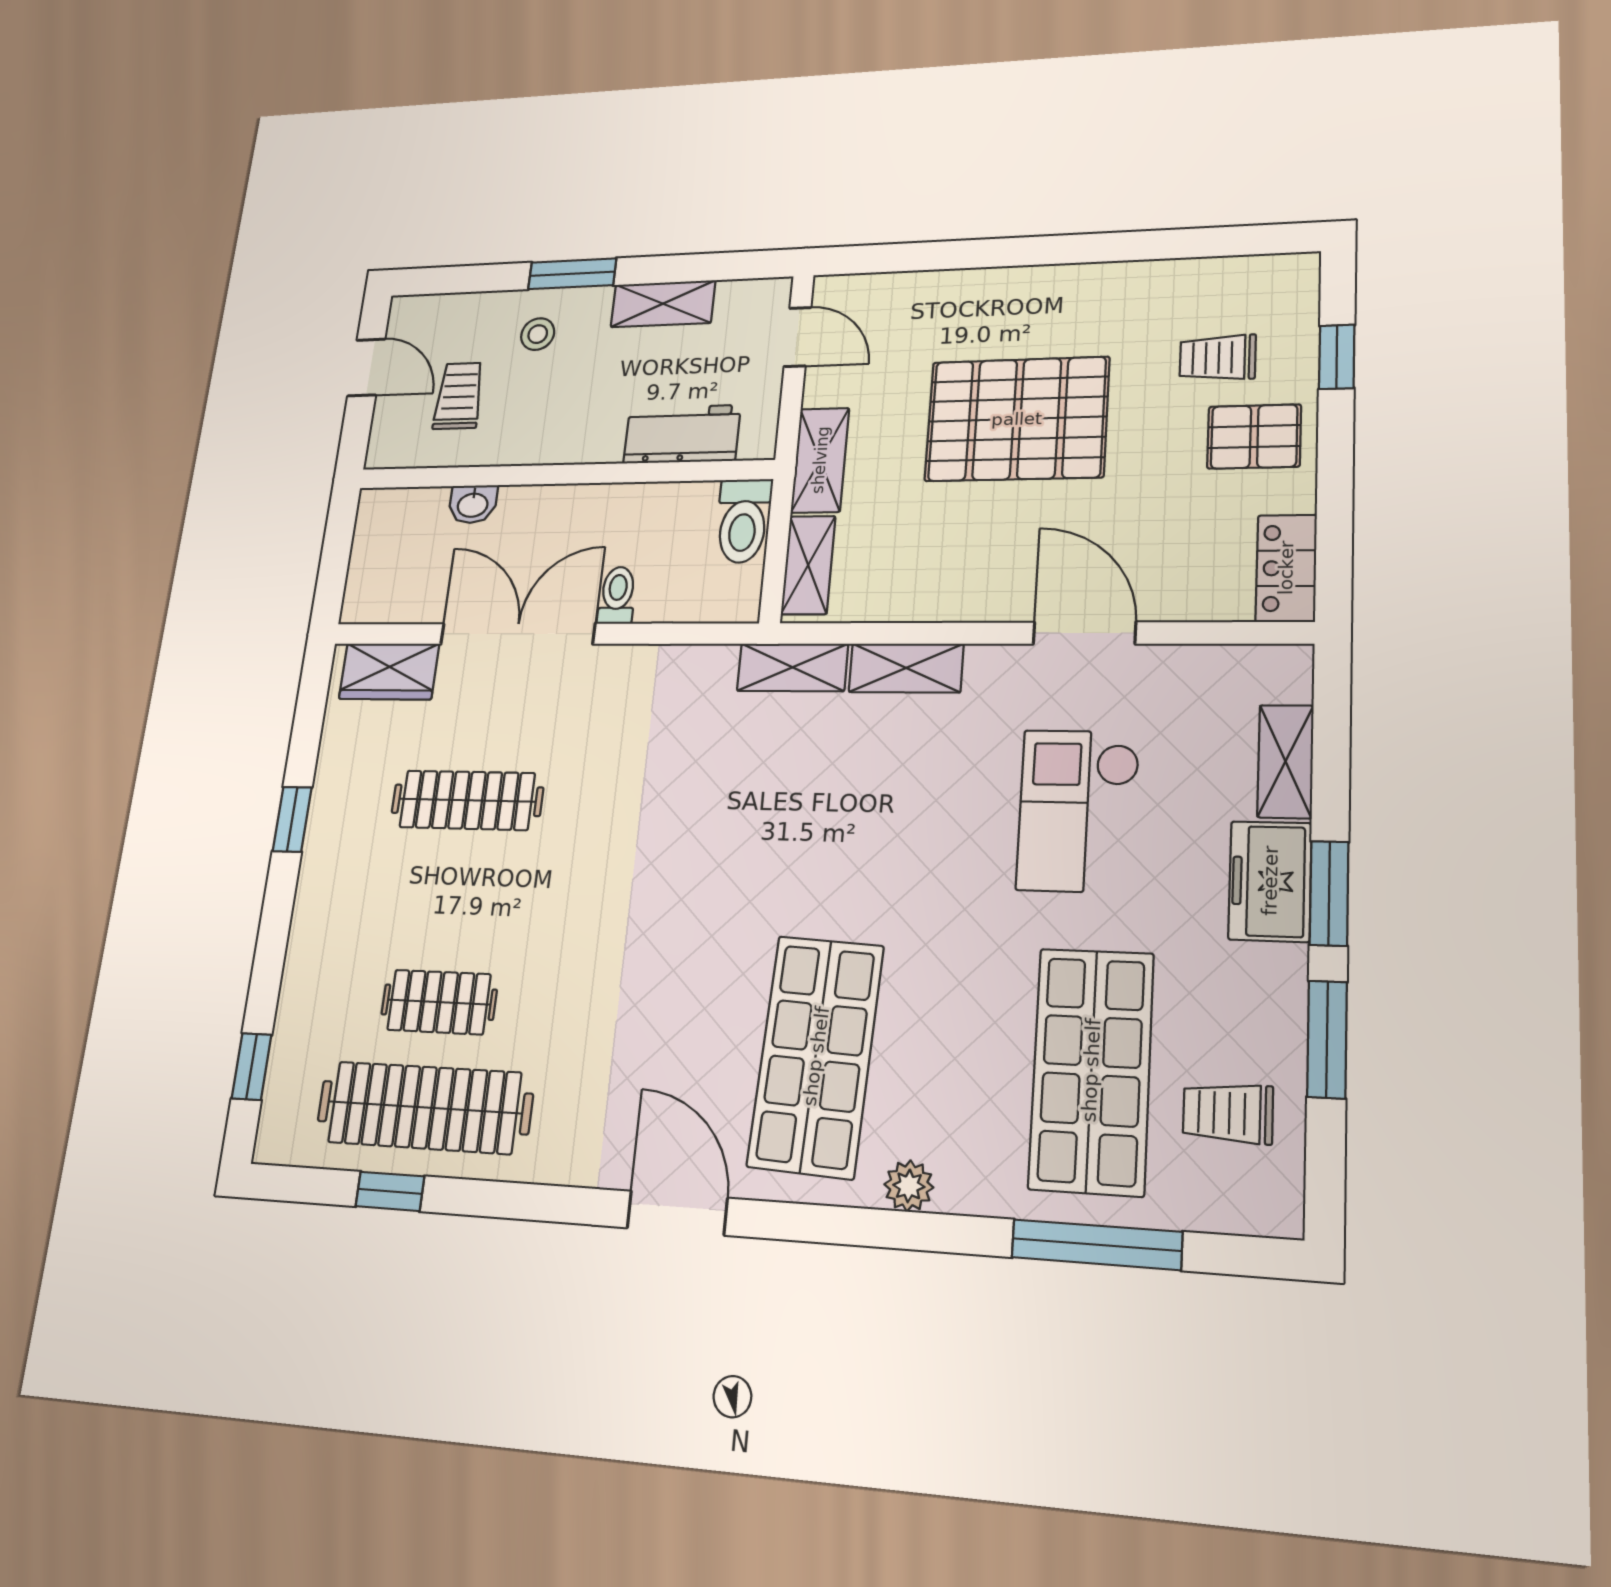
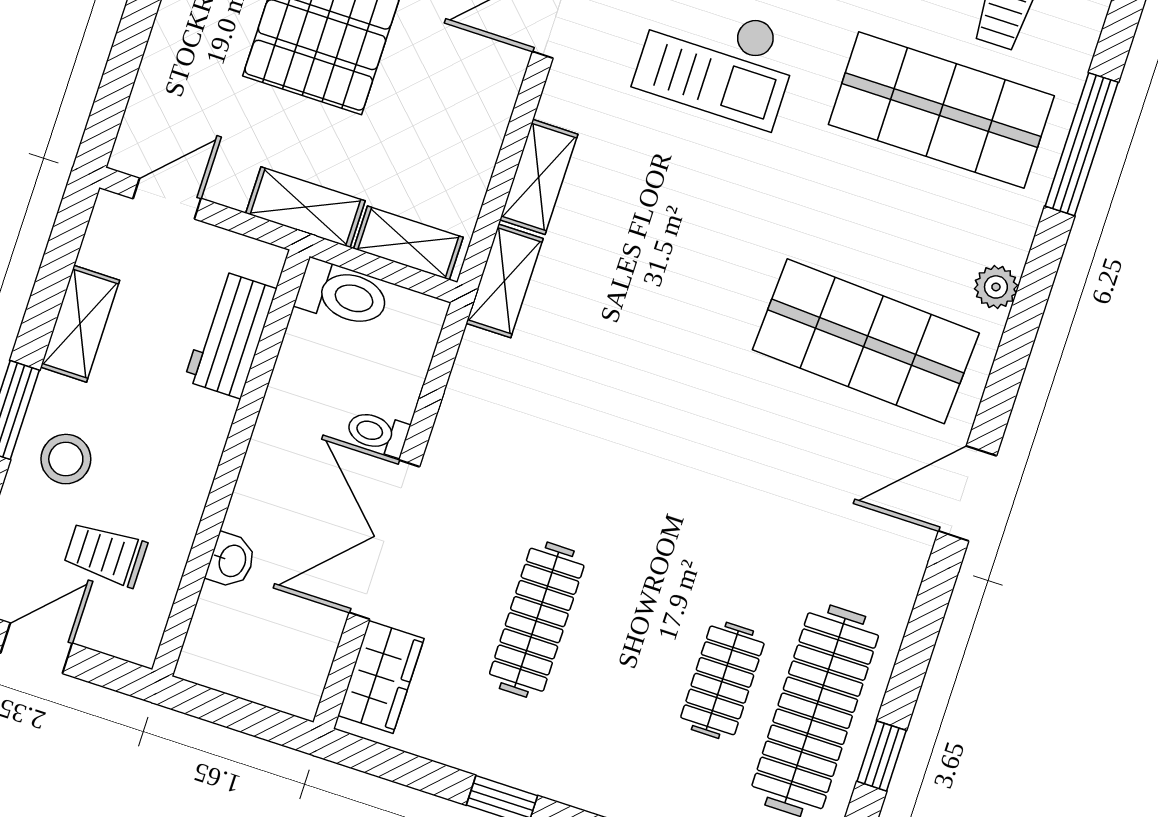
stool: (538, 334) -> (66, 459), width x1.37, depth x1.37

